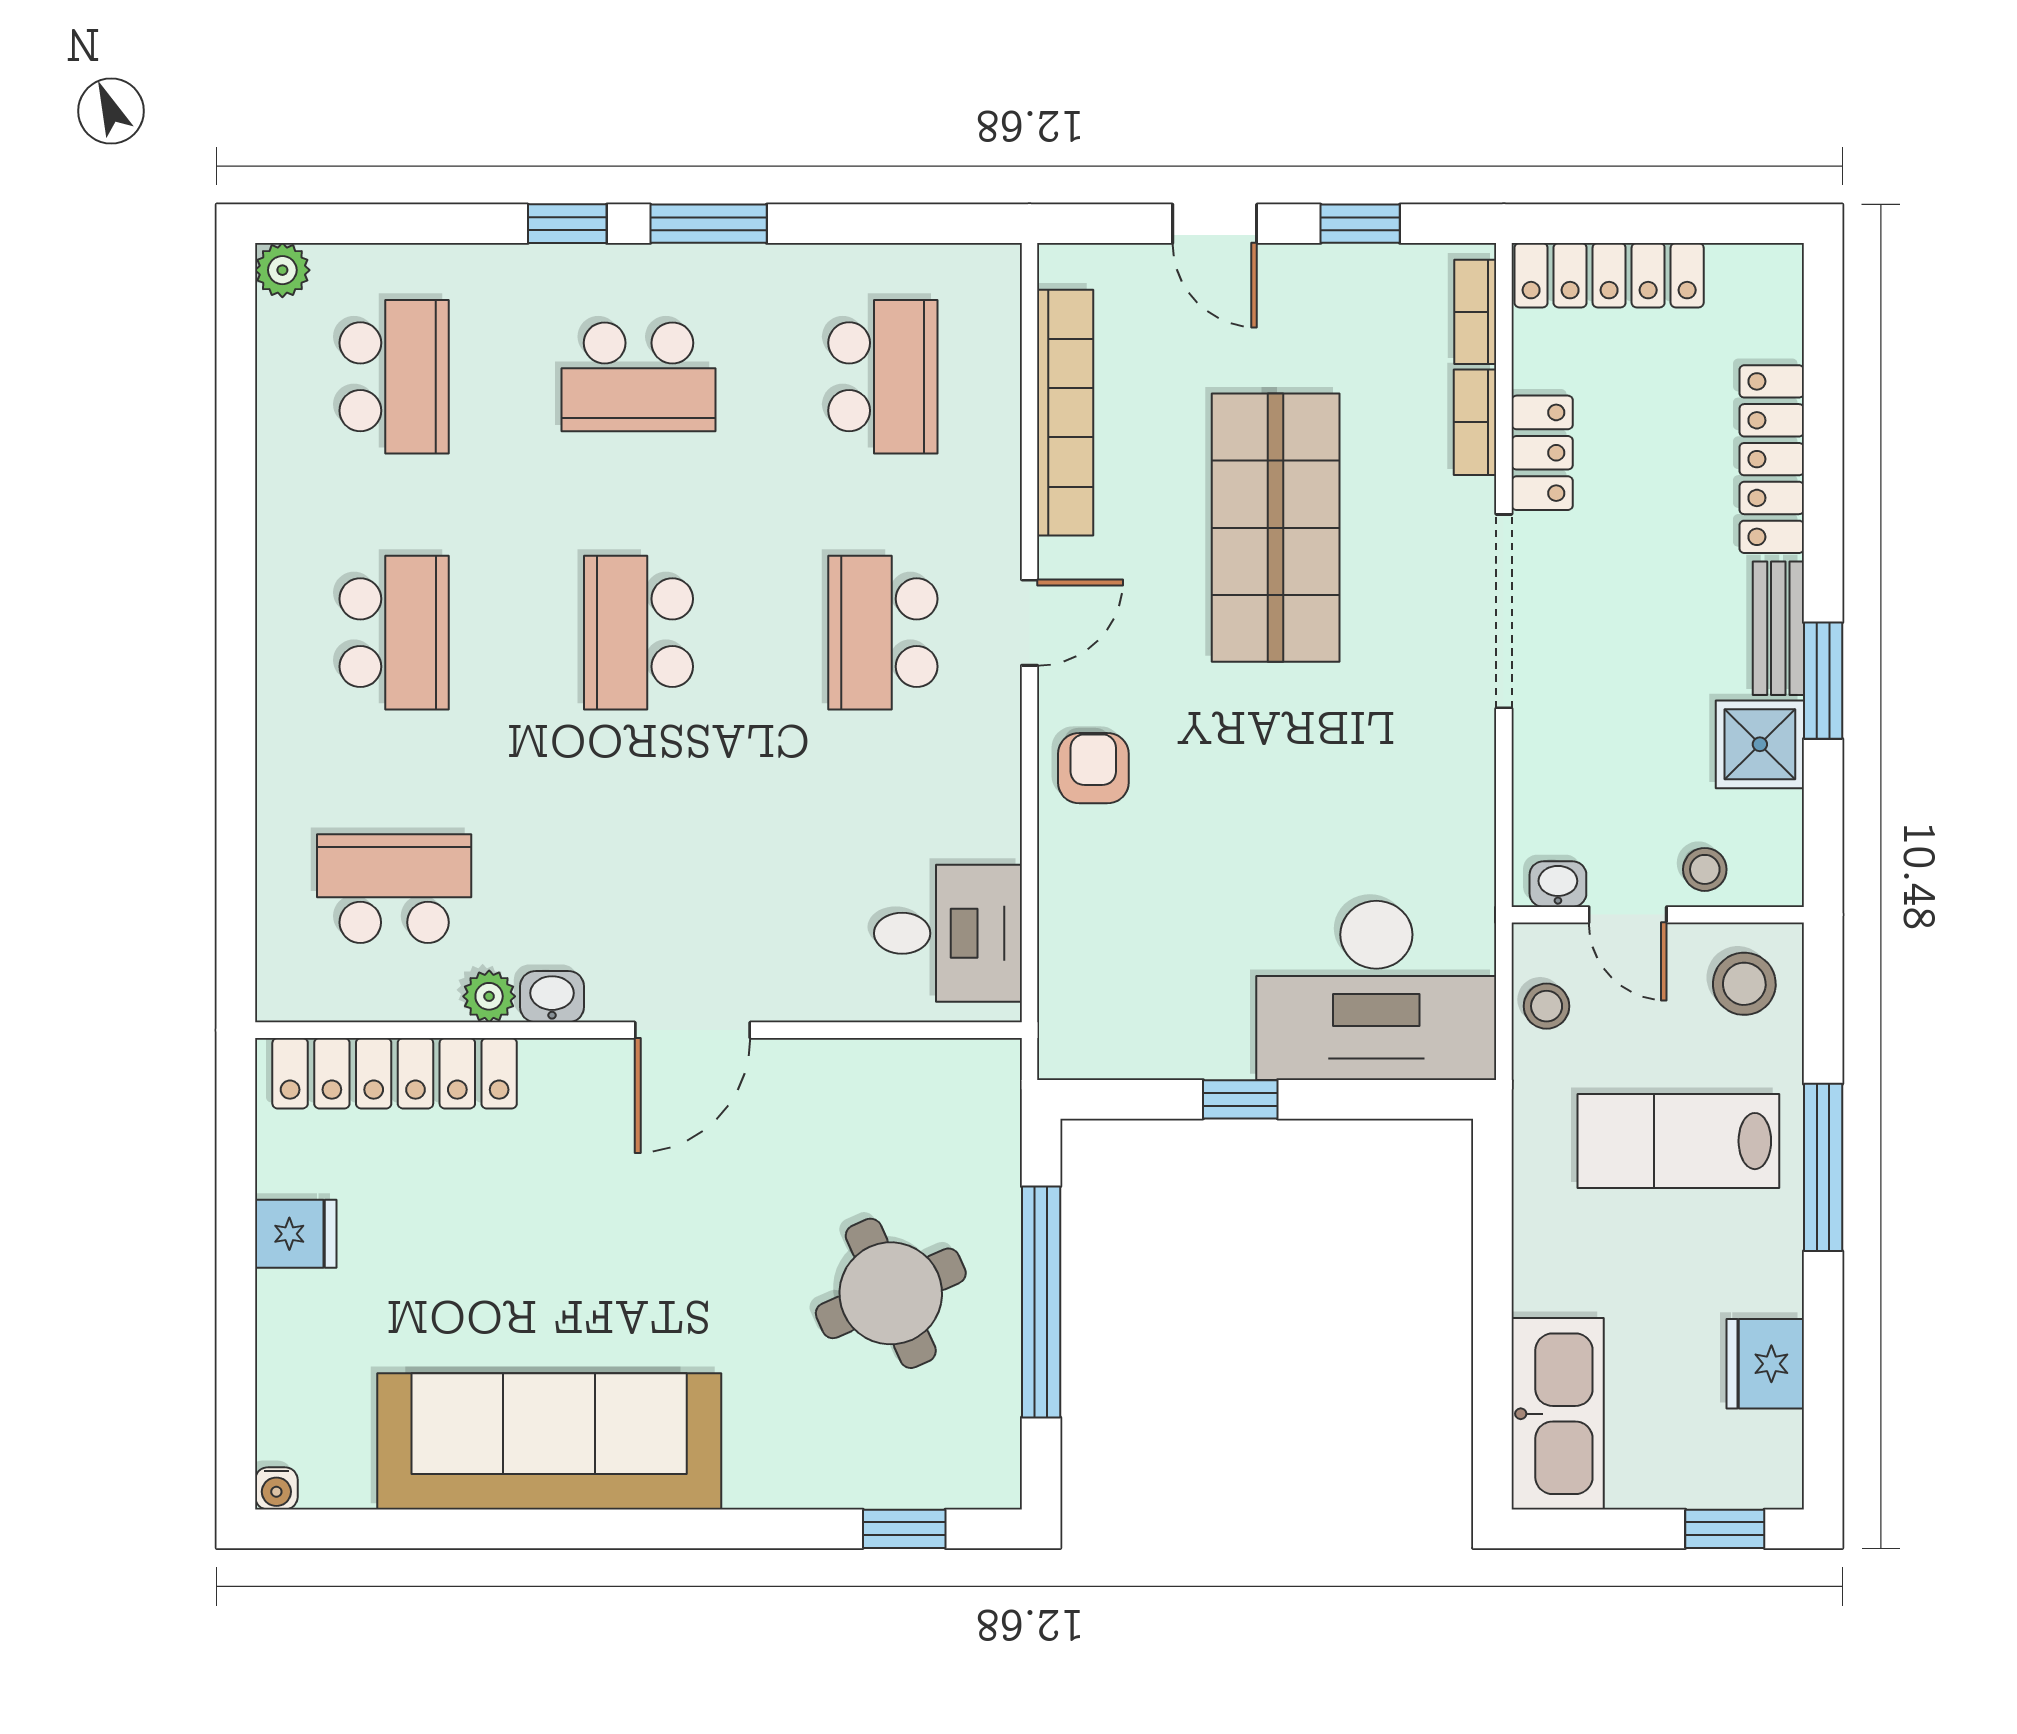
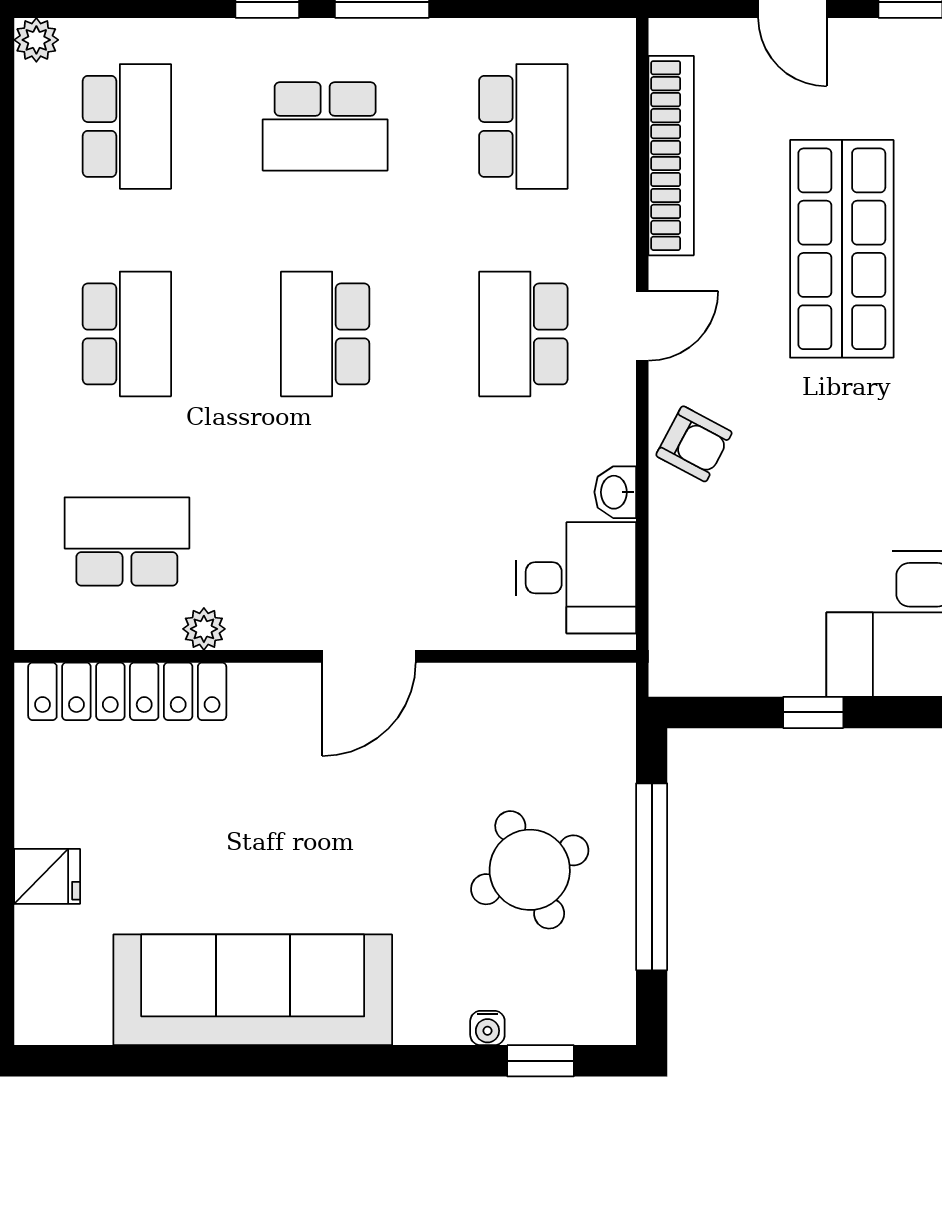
armchair: (1093, 768) -> (694, 444), turned 118
washbasin: (552, 997) -> (615, 492), moved, turned -90
fridge: (296, 1234) -> (47, 876), moved
water cooler: (276, 1488) -> (487, 1028), moved

